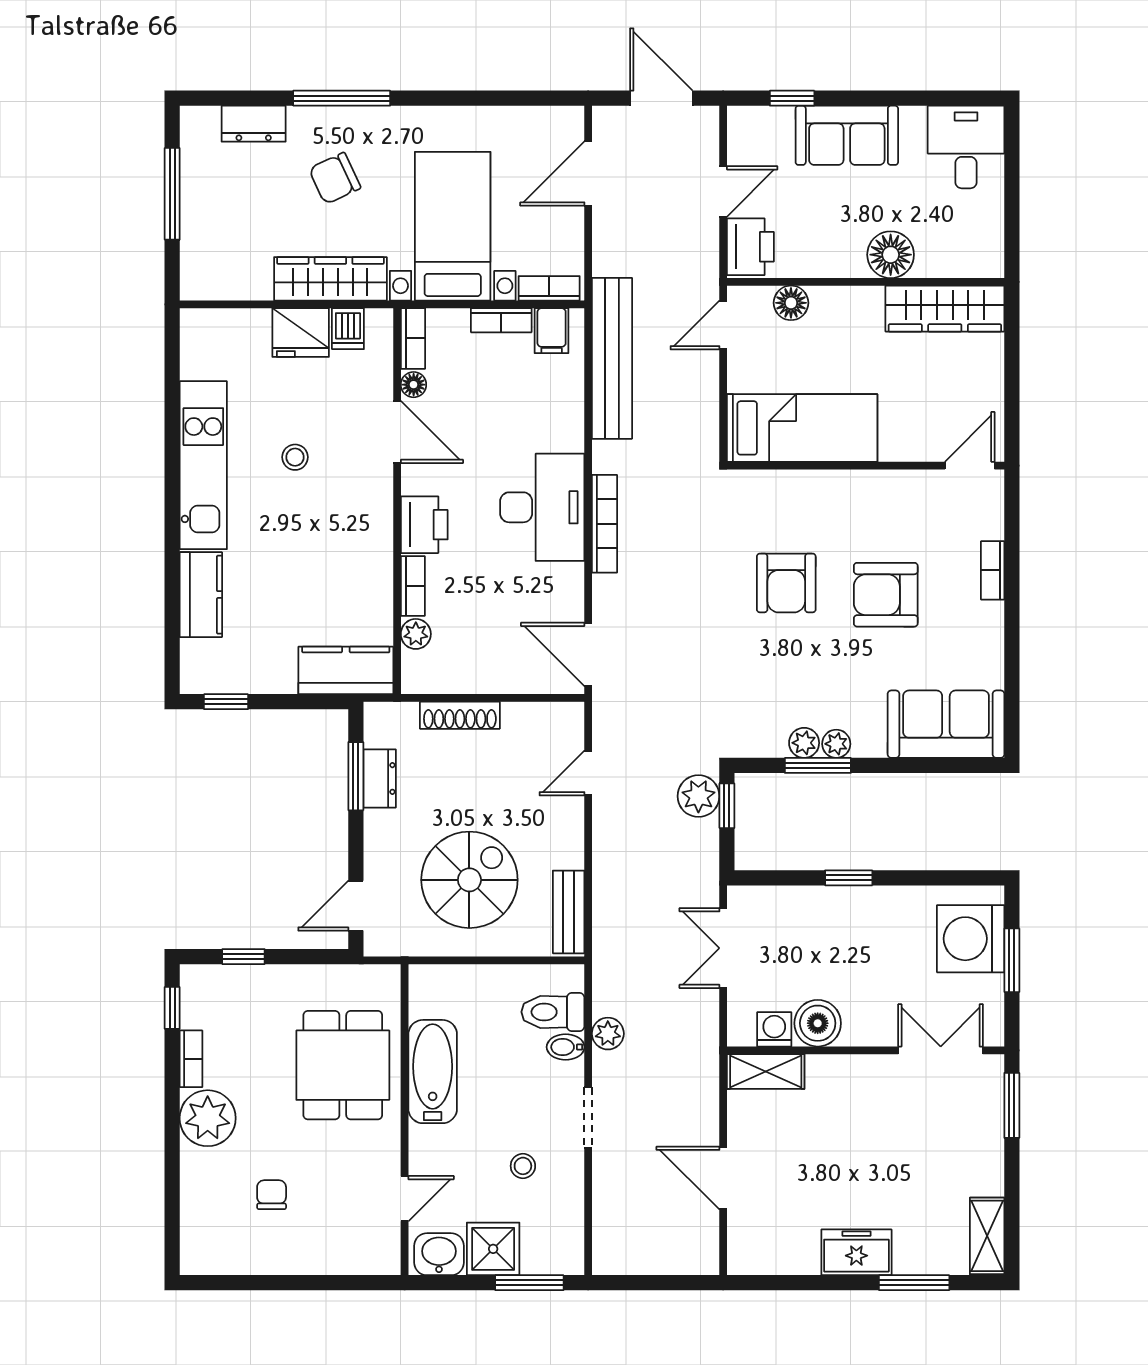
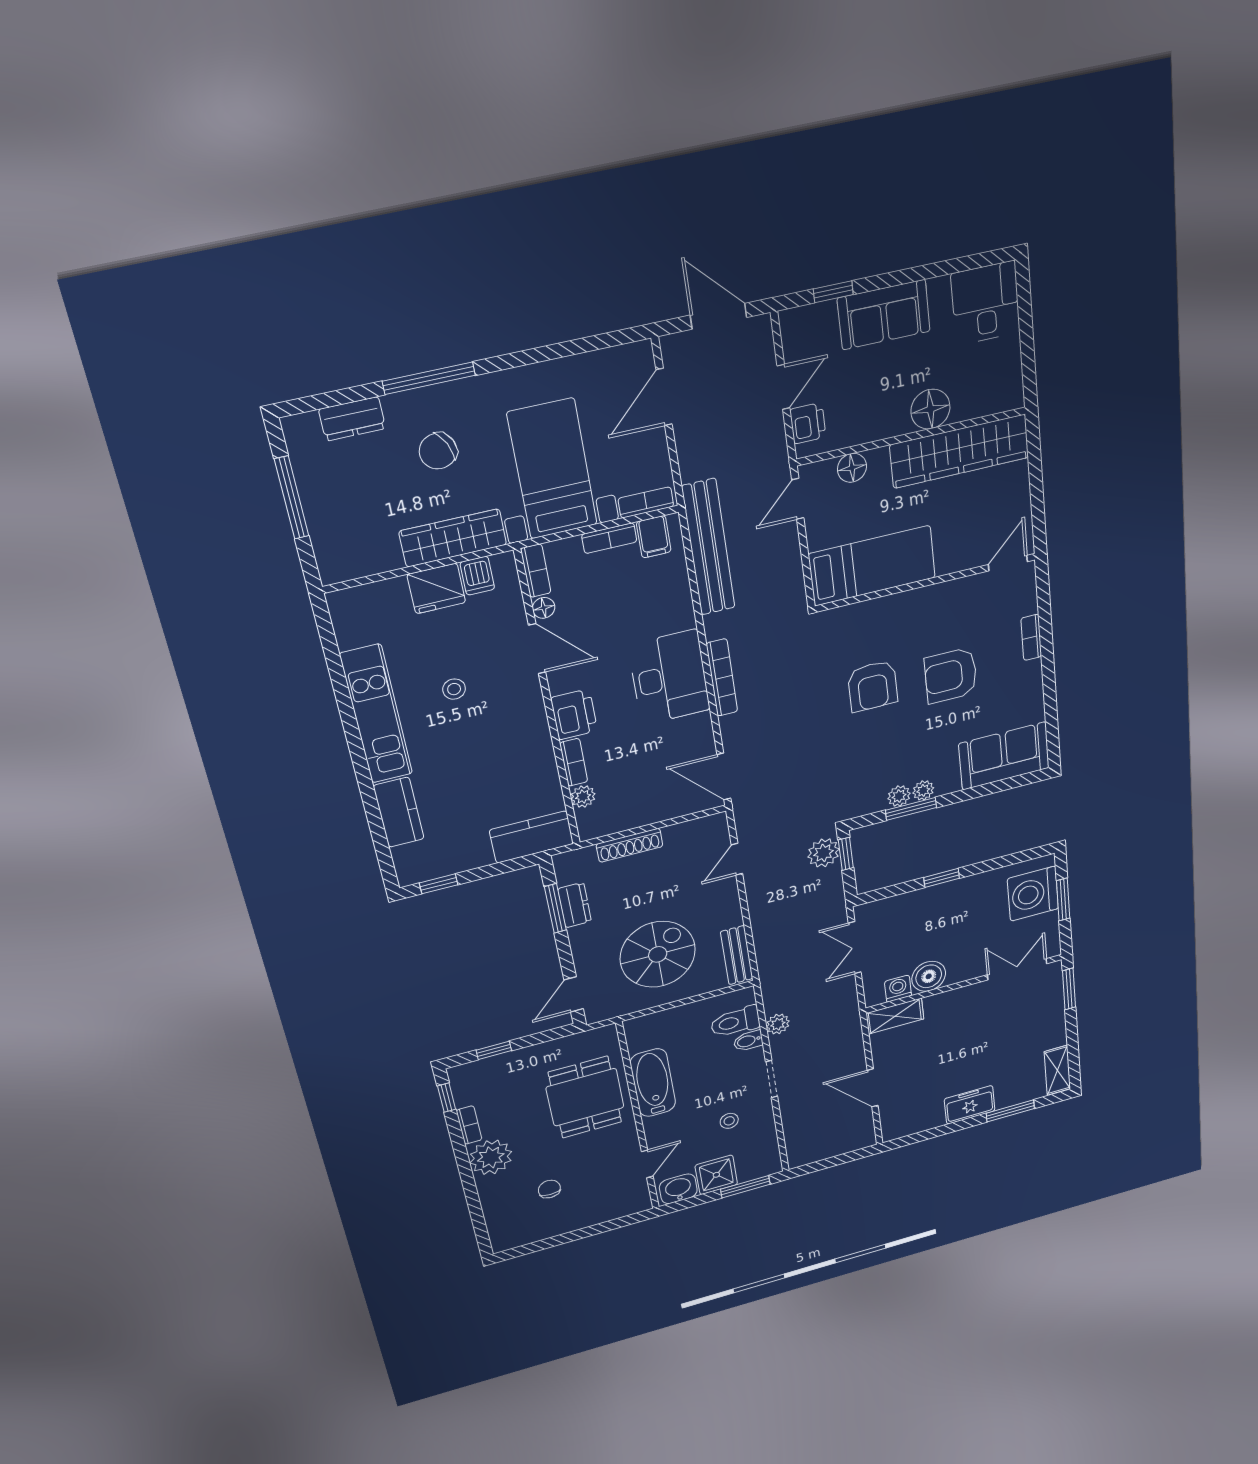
printer: (750, 247) -> (808, 423), width x0.73, depth x0.81
wardrobe: (945, 309) -> (960, 451), width x1.40, depth x1.17

